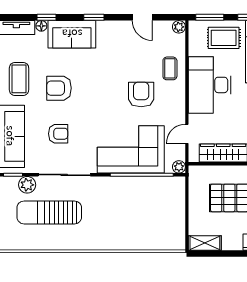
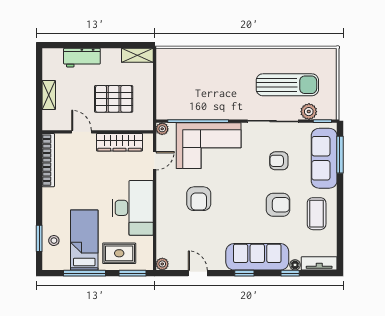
sofa: (72, 34) -> (257, 257), width x1.36
coffee table: (170, 68) -> (171, 224), removed

